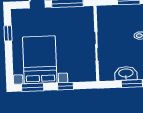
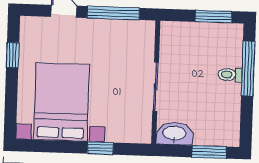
washbasin: (126, 73) -> (174, 134), moved
window: (33, 87) -> (46, 146), removed

